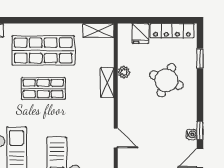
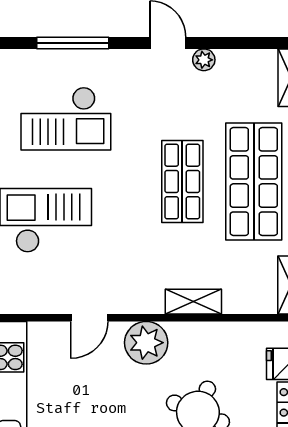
plant: (124, 72) -> (146, 343), moved, width x1.87, depth x1.87

